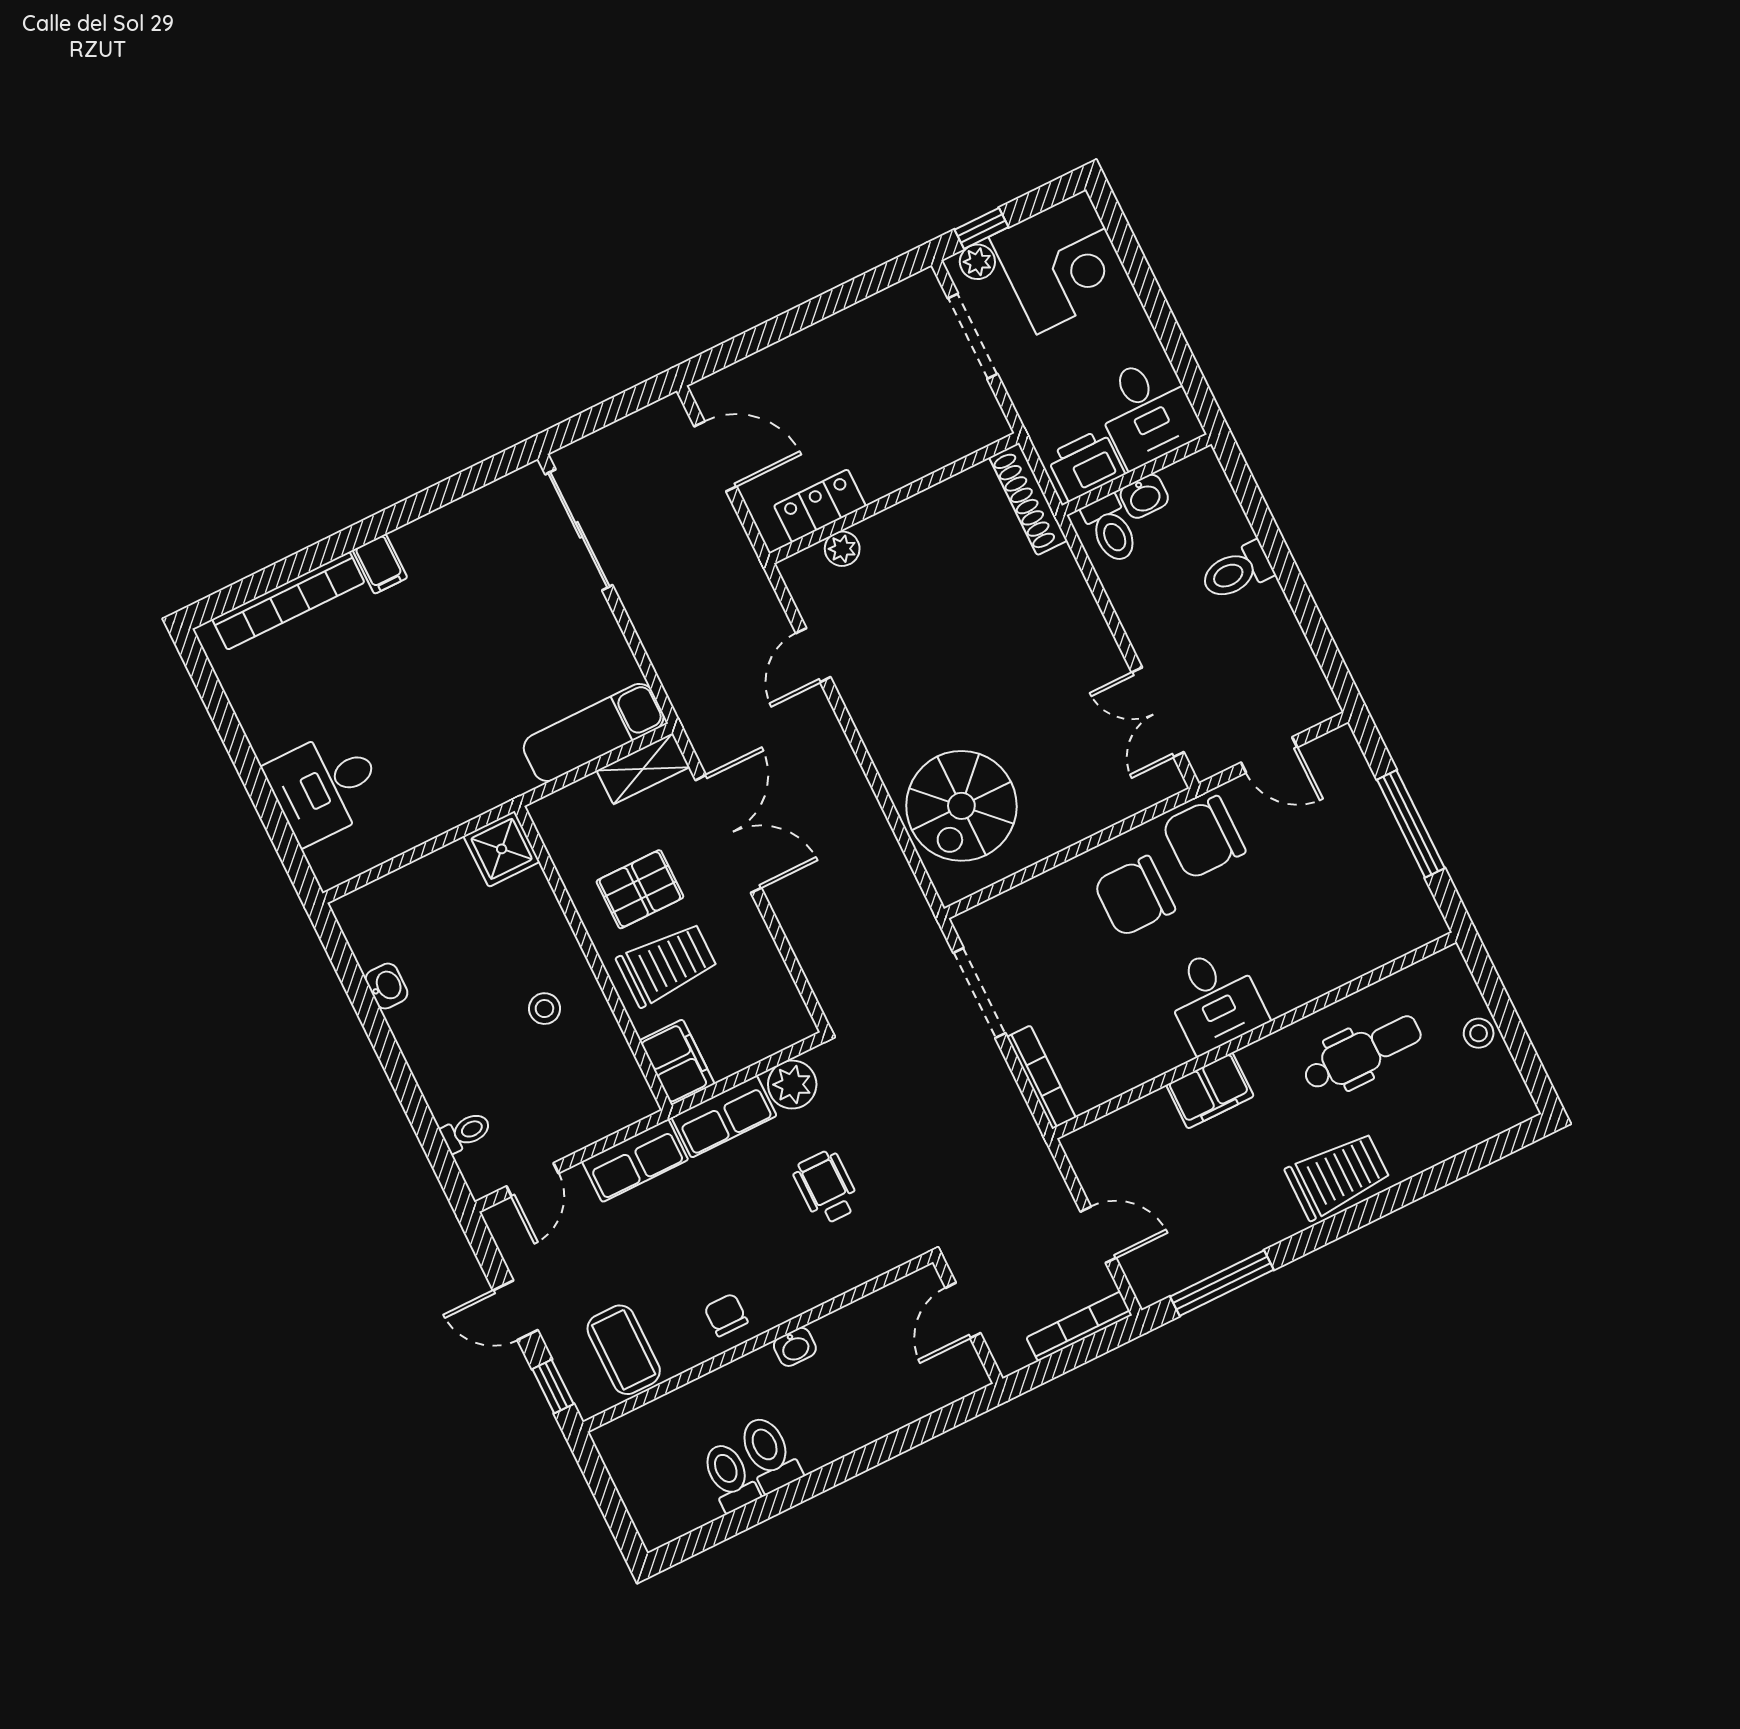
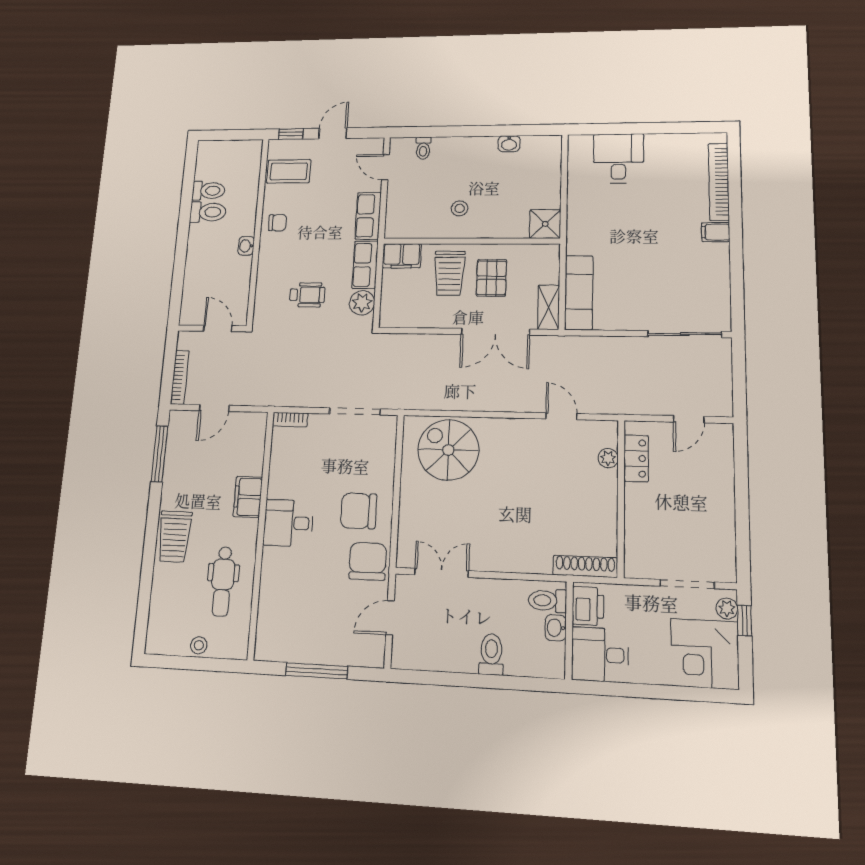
door: (715, 456) -> (689, 419), width x0.73
chair: (1134, 896) -> (359, 511), turned -90
bookcase: (1041, 1077) -> (290, 420), width x0.64

